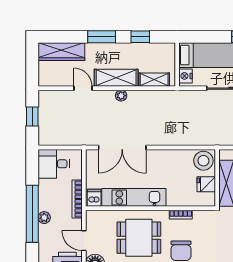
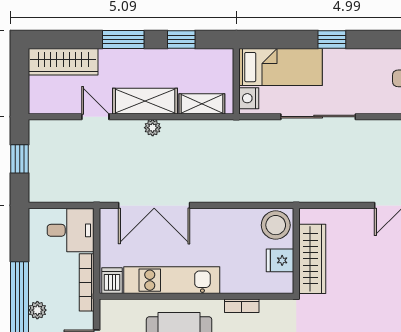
desk: (54, 164) -> (71, 230), moved, turned 180

